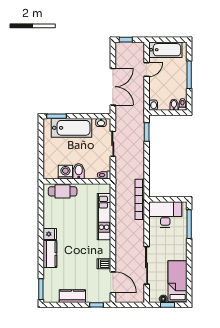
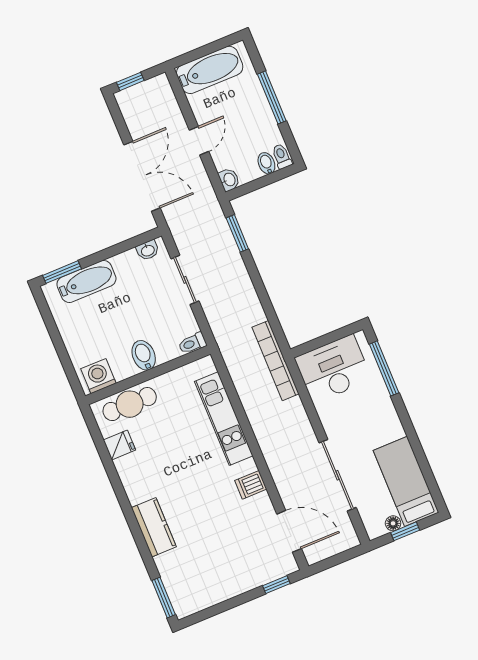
door: (147, 69) -> (199, 141), moved
bathtub: (72, 128) -> (86, 281), width x0.73, depth x0.73
washing machine: (65, 172) -> (98, 376), moved
fridge: (50, 234) -> (119, 445), moved
dishwasher: (104, 264) -> (251, 485), moved
kitchen counter: (72, 296) -> (226, 587), removed

